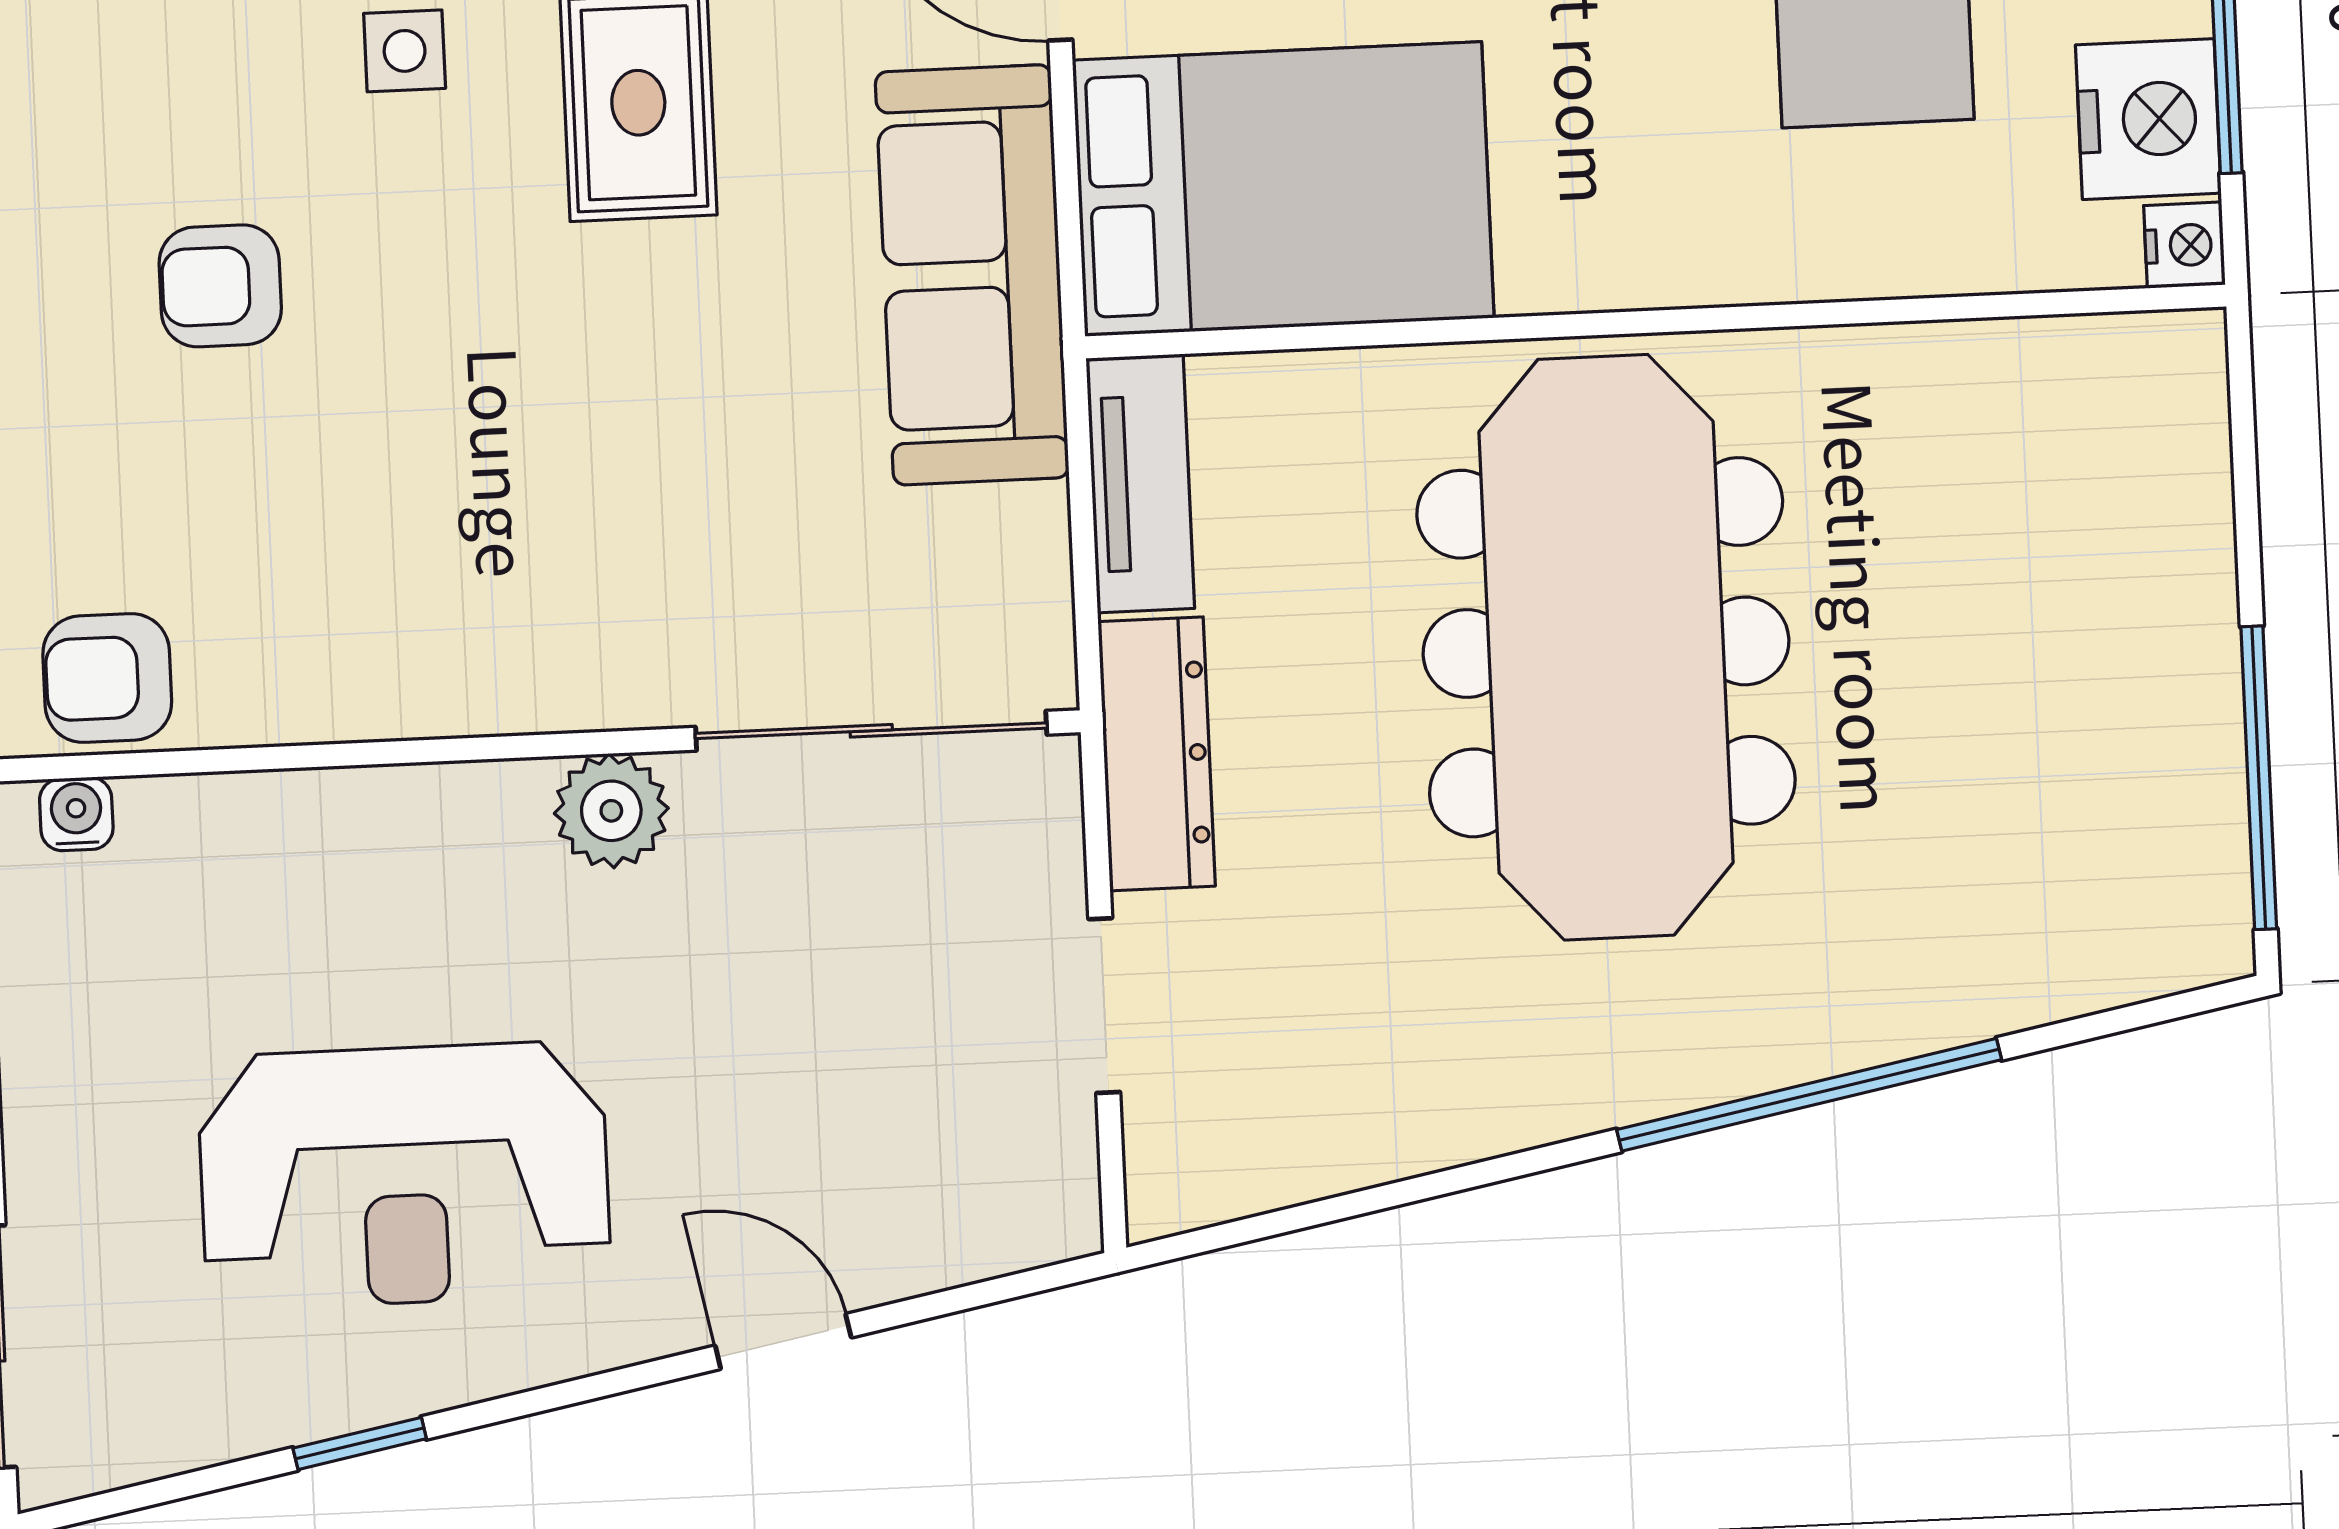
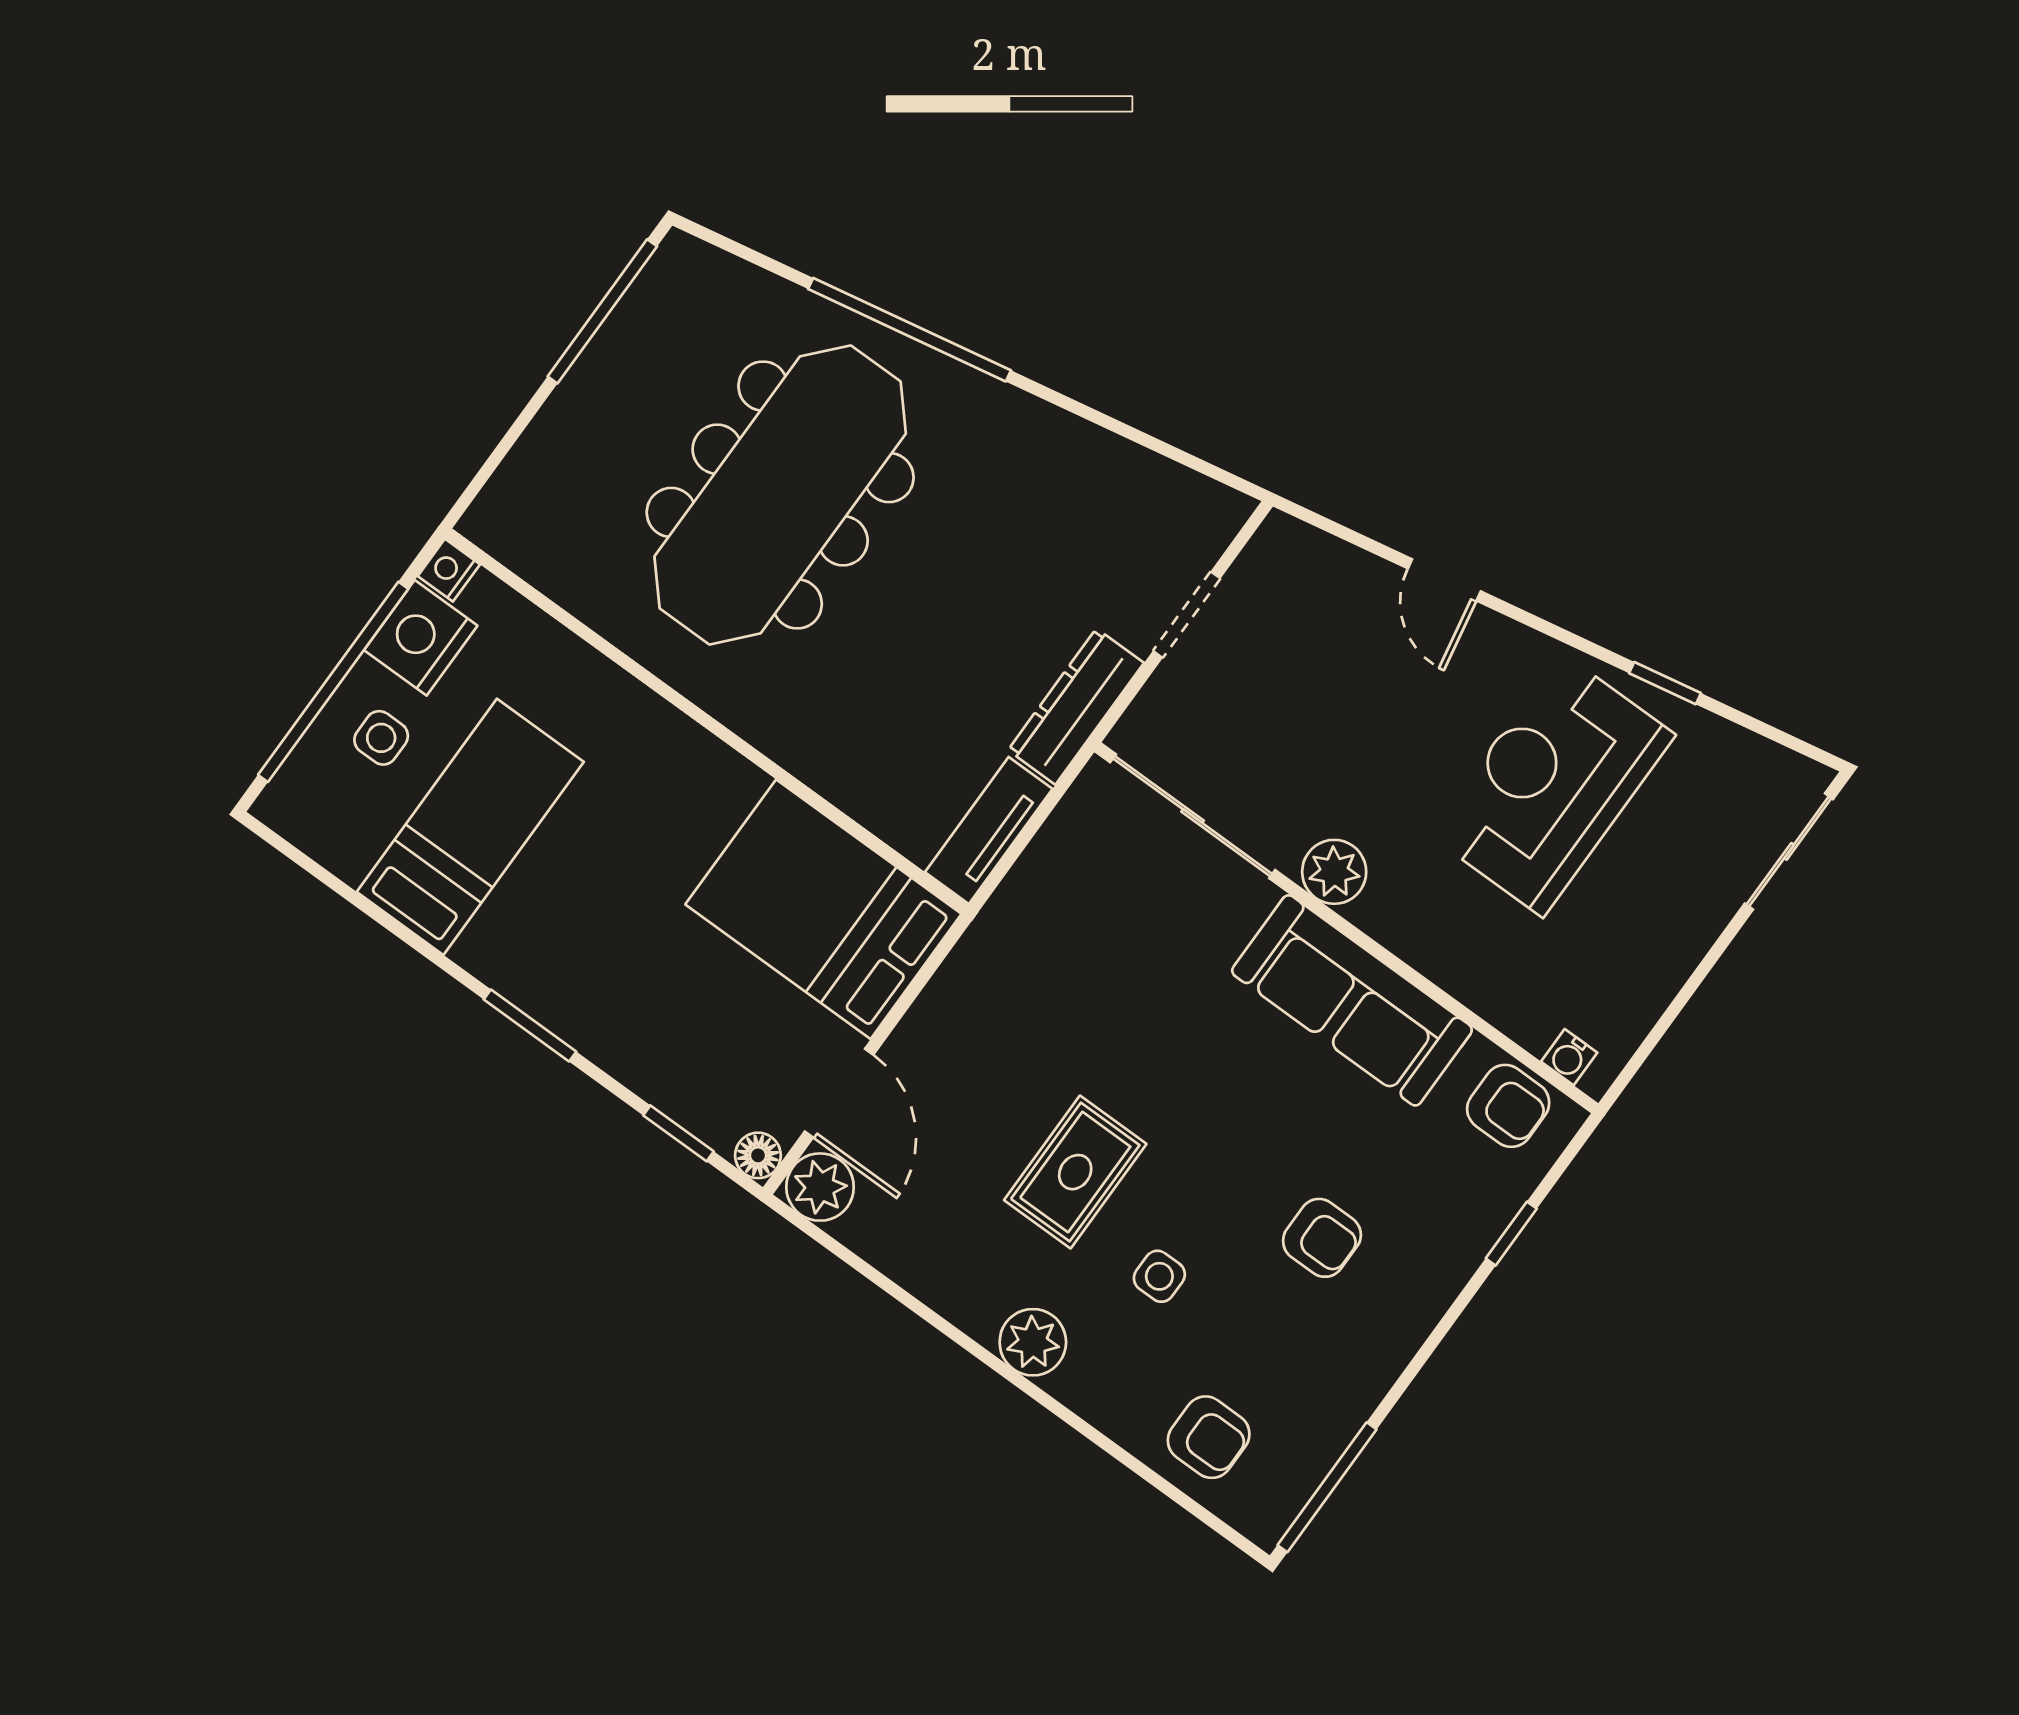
sofa: (972, 275) -> (1352, 1000), moved, turned 90
meeting table: (1606, 647) -> (780, 495), moved
reception desk: (404, 1175) -> (1552, 785), turned -90

